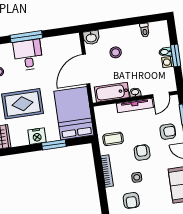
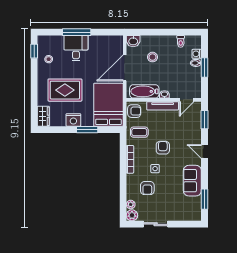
washing machine: (168, 62) -> (197, 54), moved
armchair: (168, 132) -> (134, 111), moved

